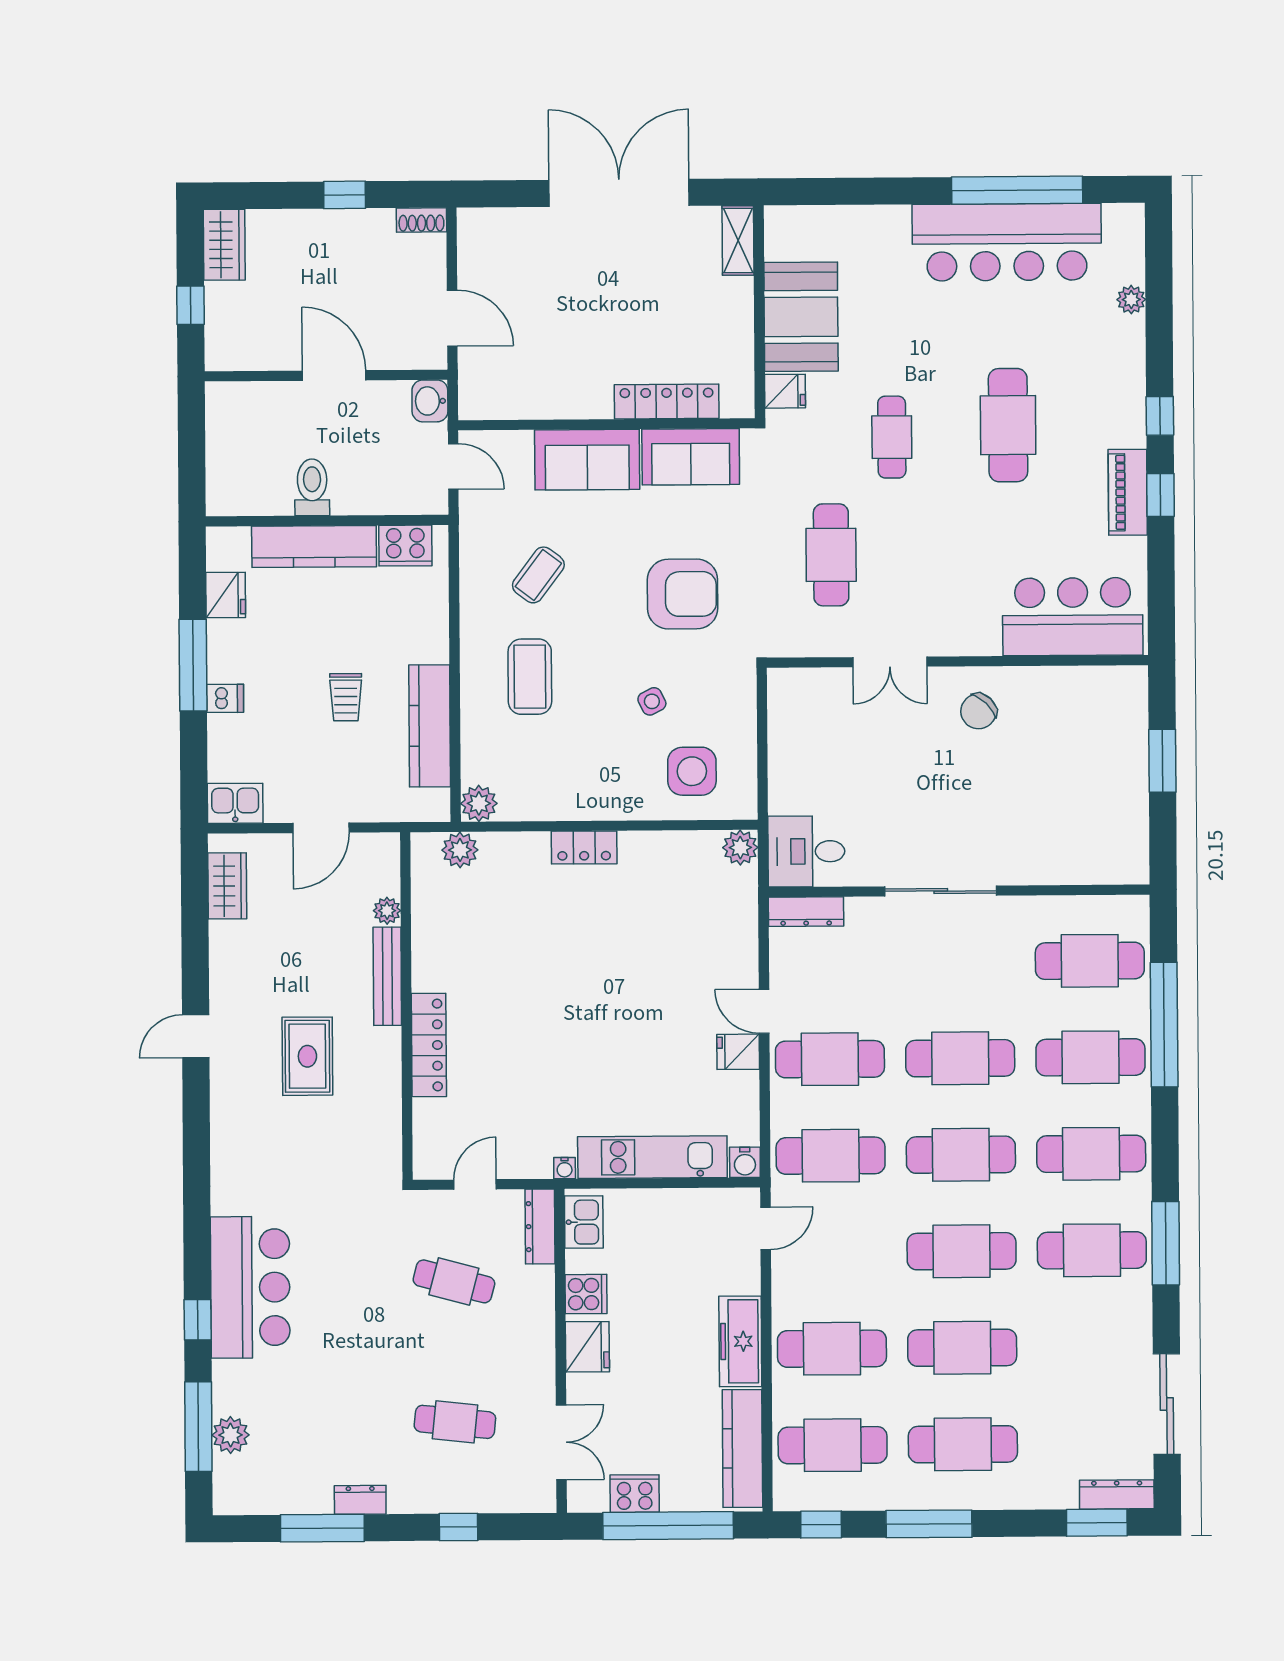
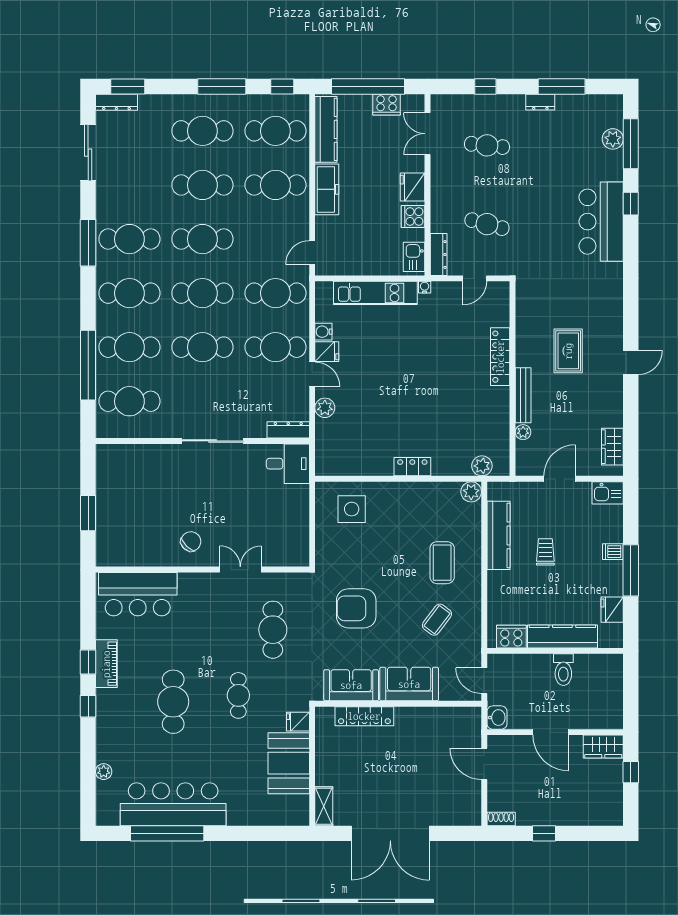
wardrobe: (224, 245) -> (603, 747), moved, turned -90
side table: (652, 701) -> (374, 548), removed
plant: (740, 848) -> (325, 408), moved
water cooler: (745, 1162) -> (323, 332), moved, turned -90

